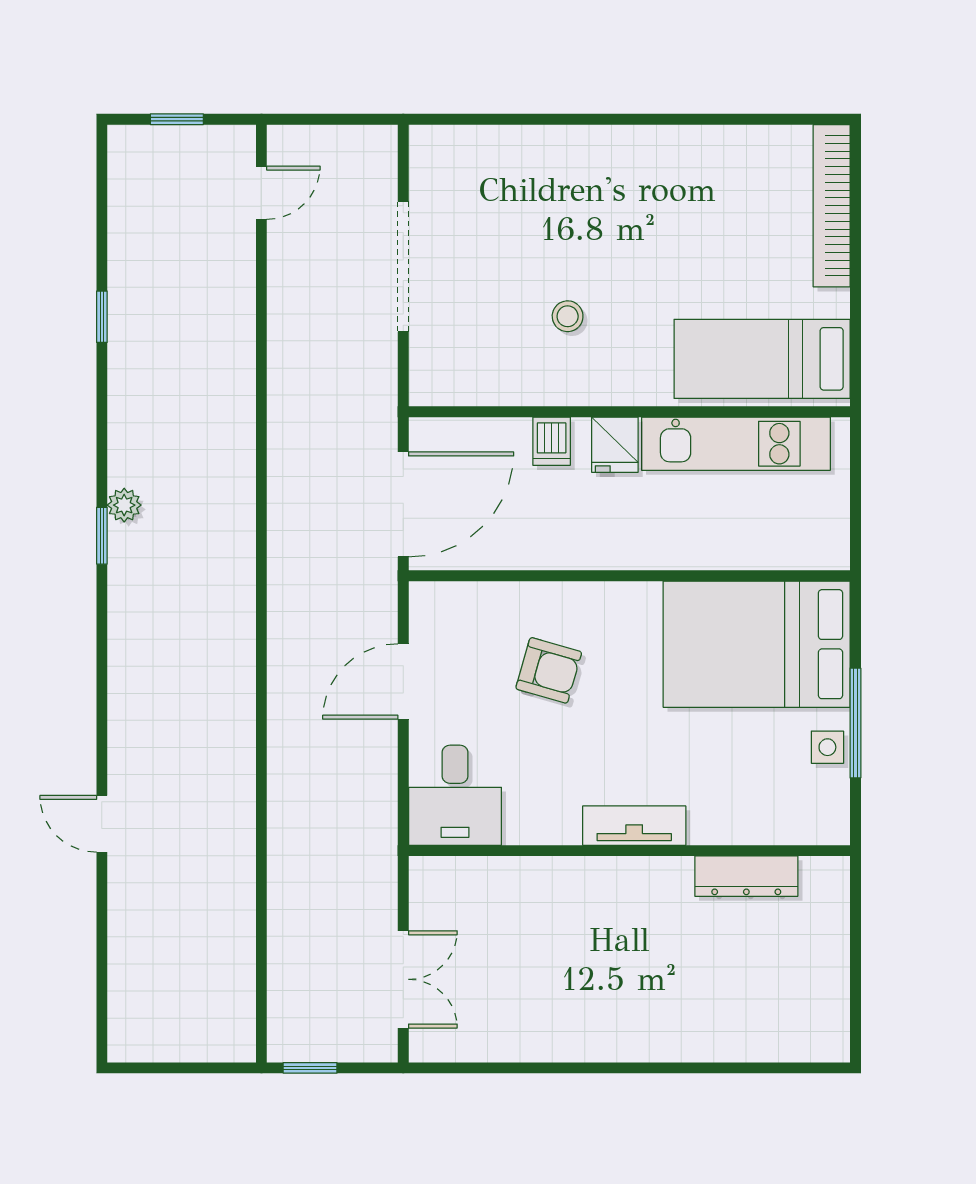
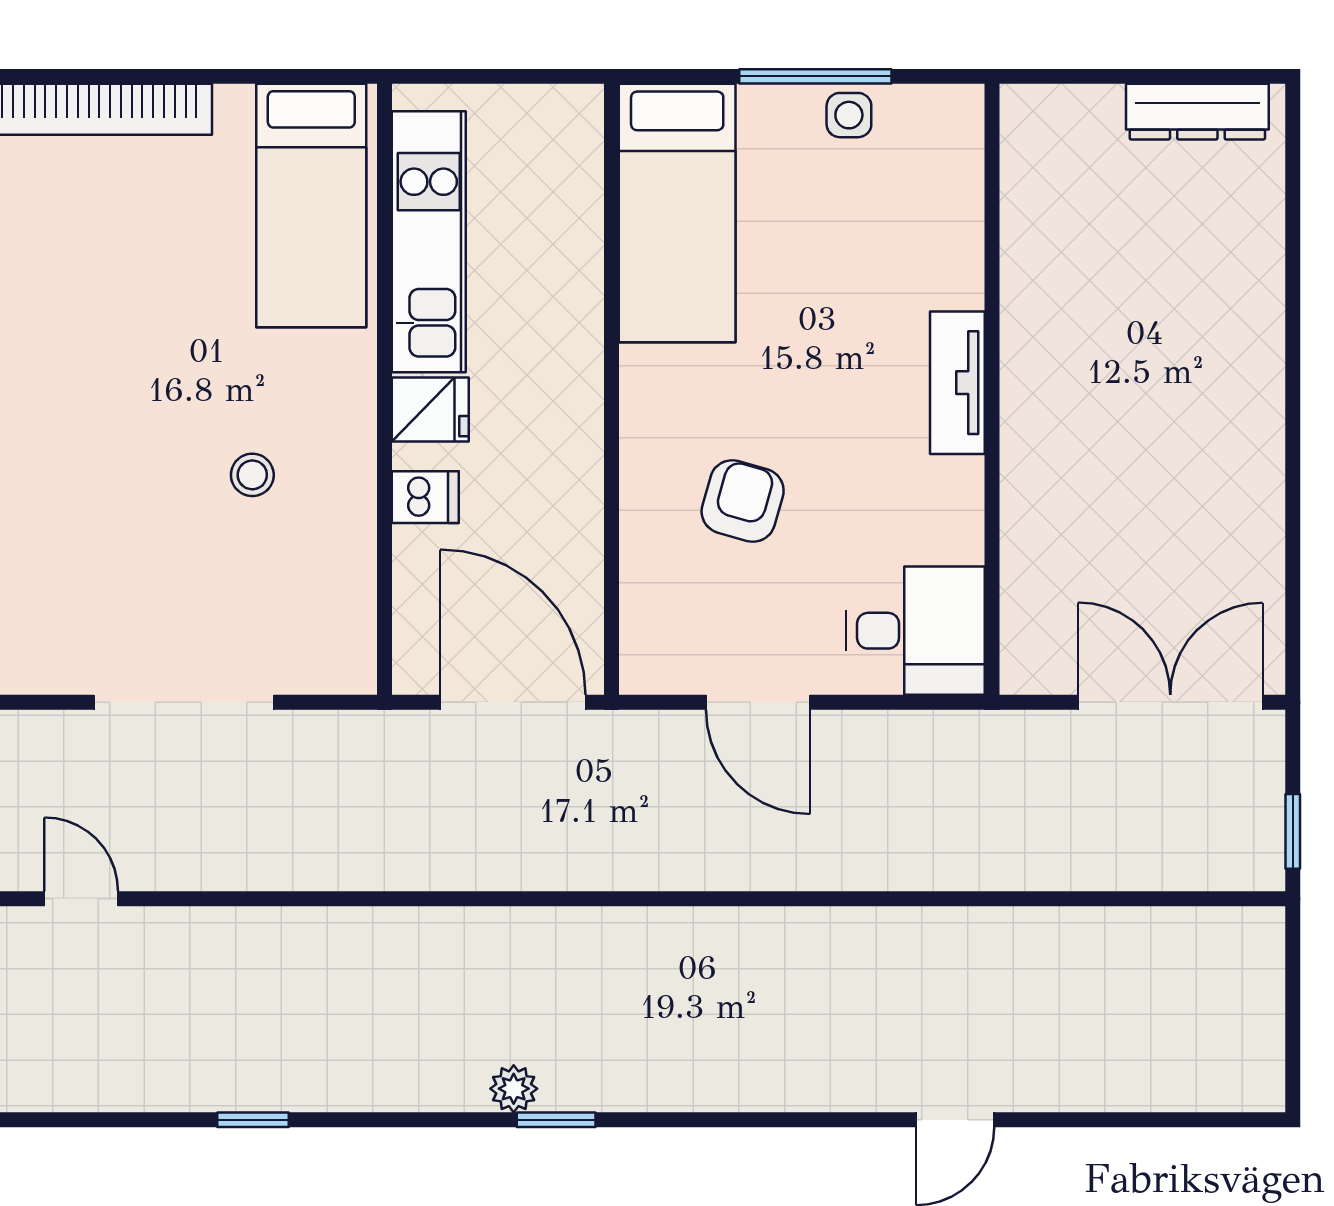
bed: (757, 644) -> (677, 213), width x0.67
dresser: (746, 876) -> (1197, 112), moved, turned 90
double door: (403, 979) -> (1170, 702), width x1.37

